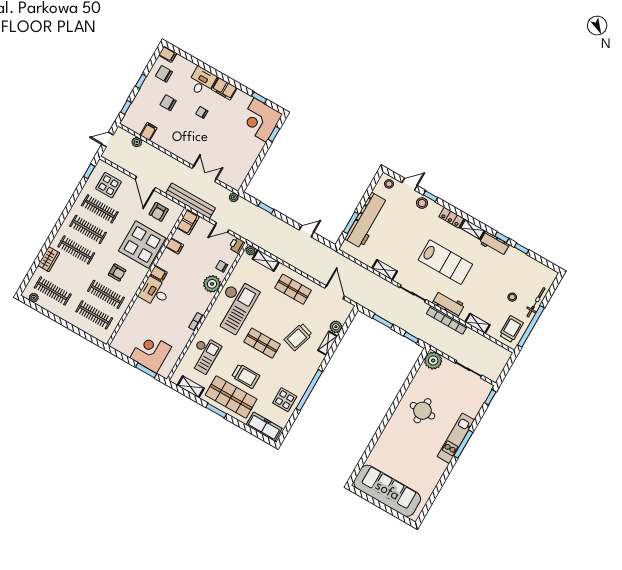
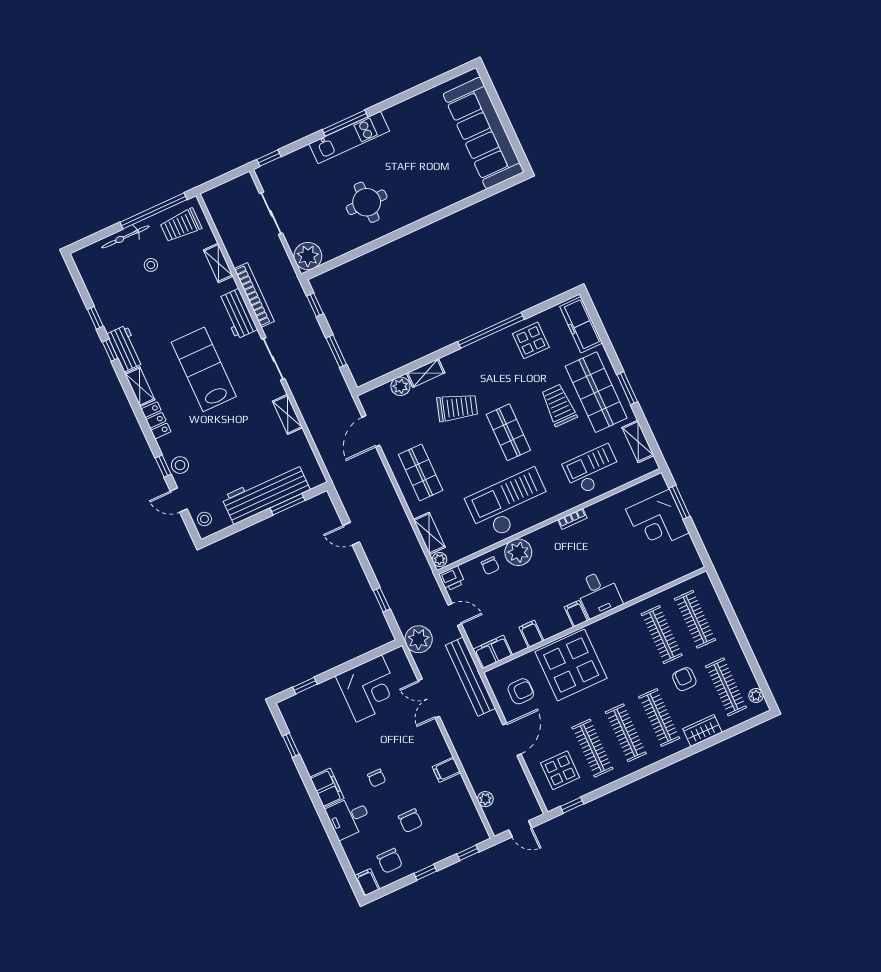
corner desk: (260, 120) -> (369, 688), moved
filing cabinet: (148, 132) -> (446, 770), moved
plant: (234, 197) -> (419, 639), width x1.88, depth x1.88
armchair: (117, 273) -> (684, 679), moved

